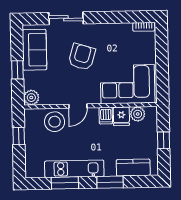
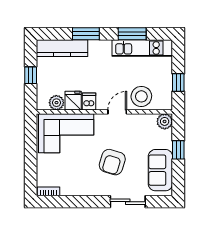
kitchen counter: (133, 168) -> (62, 48), width x1.50
kitchen unit: (74, 169) -> (142, 48), moved

